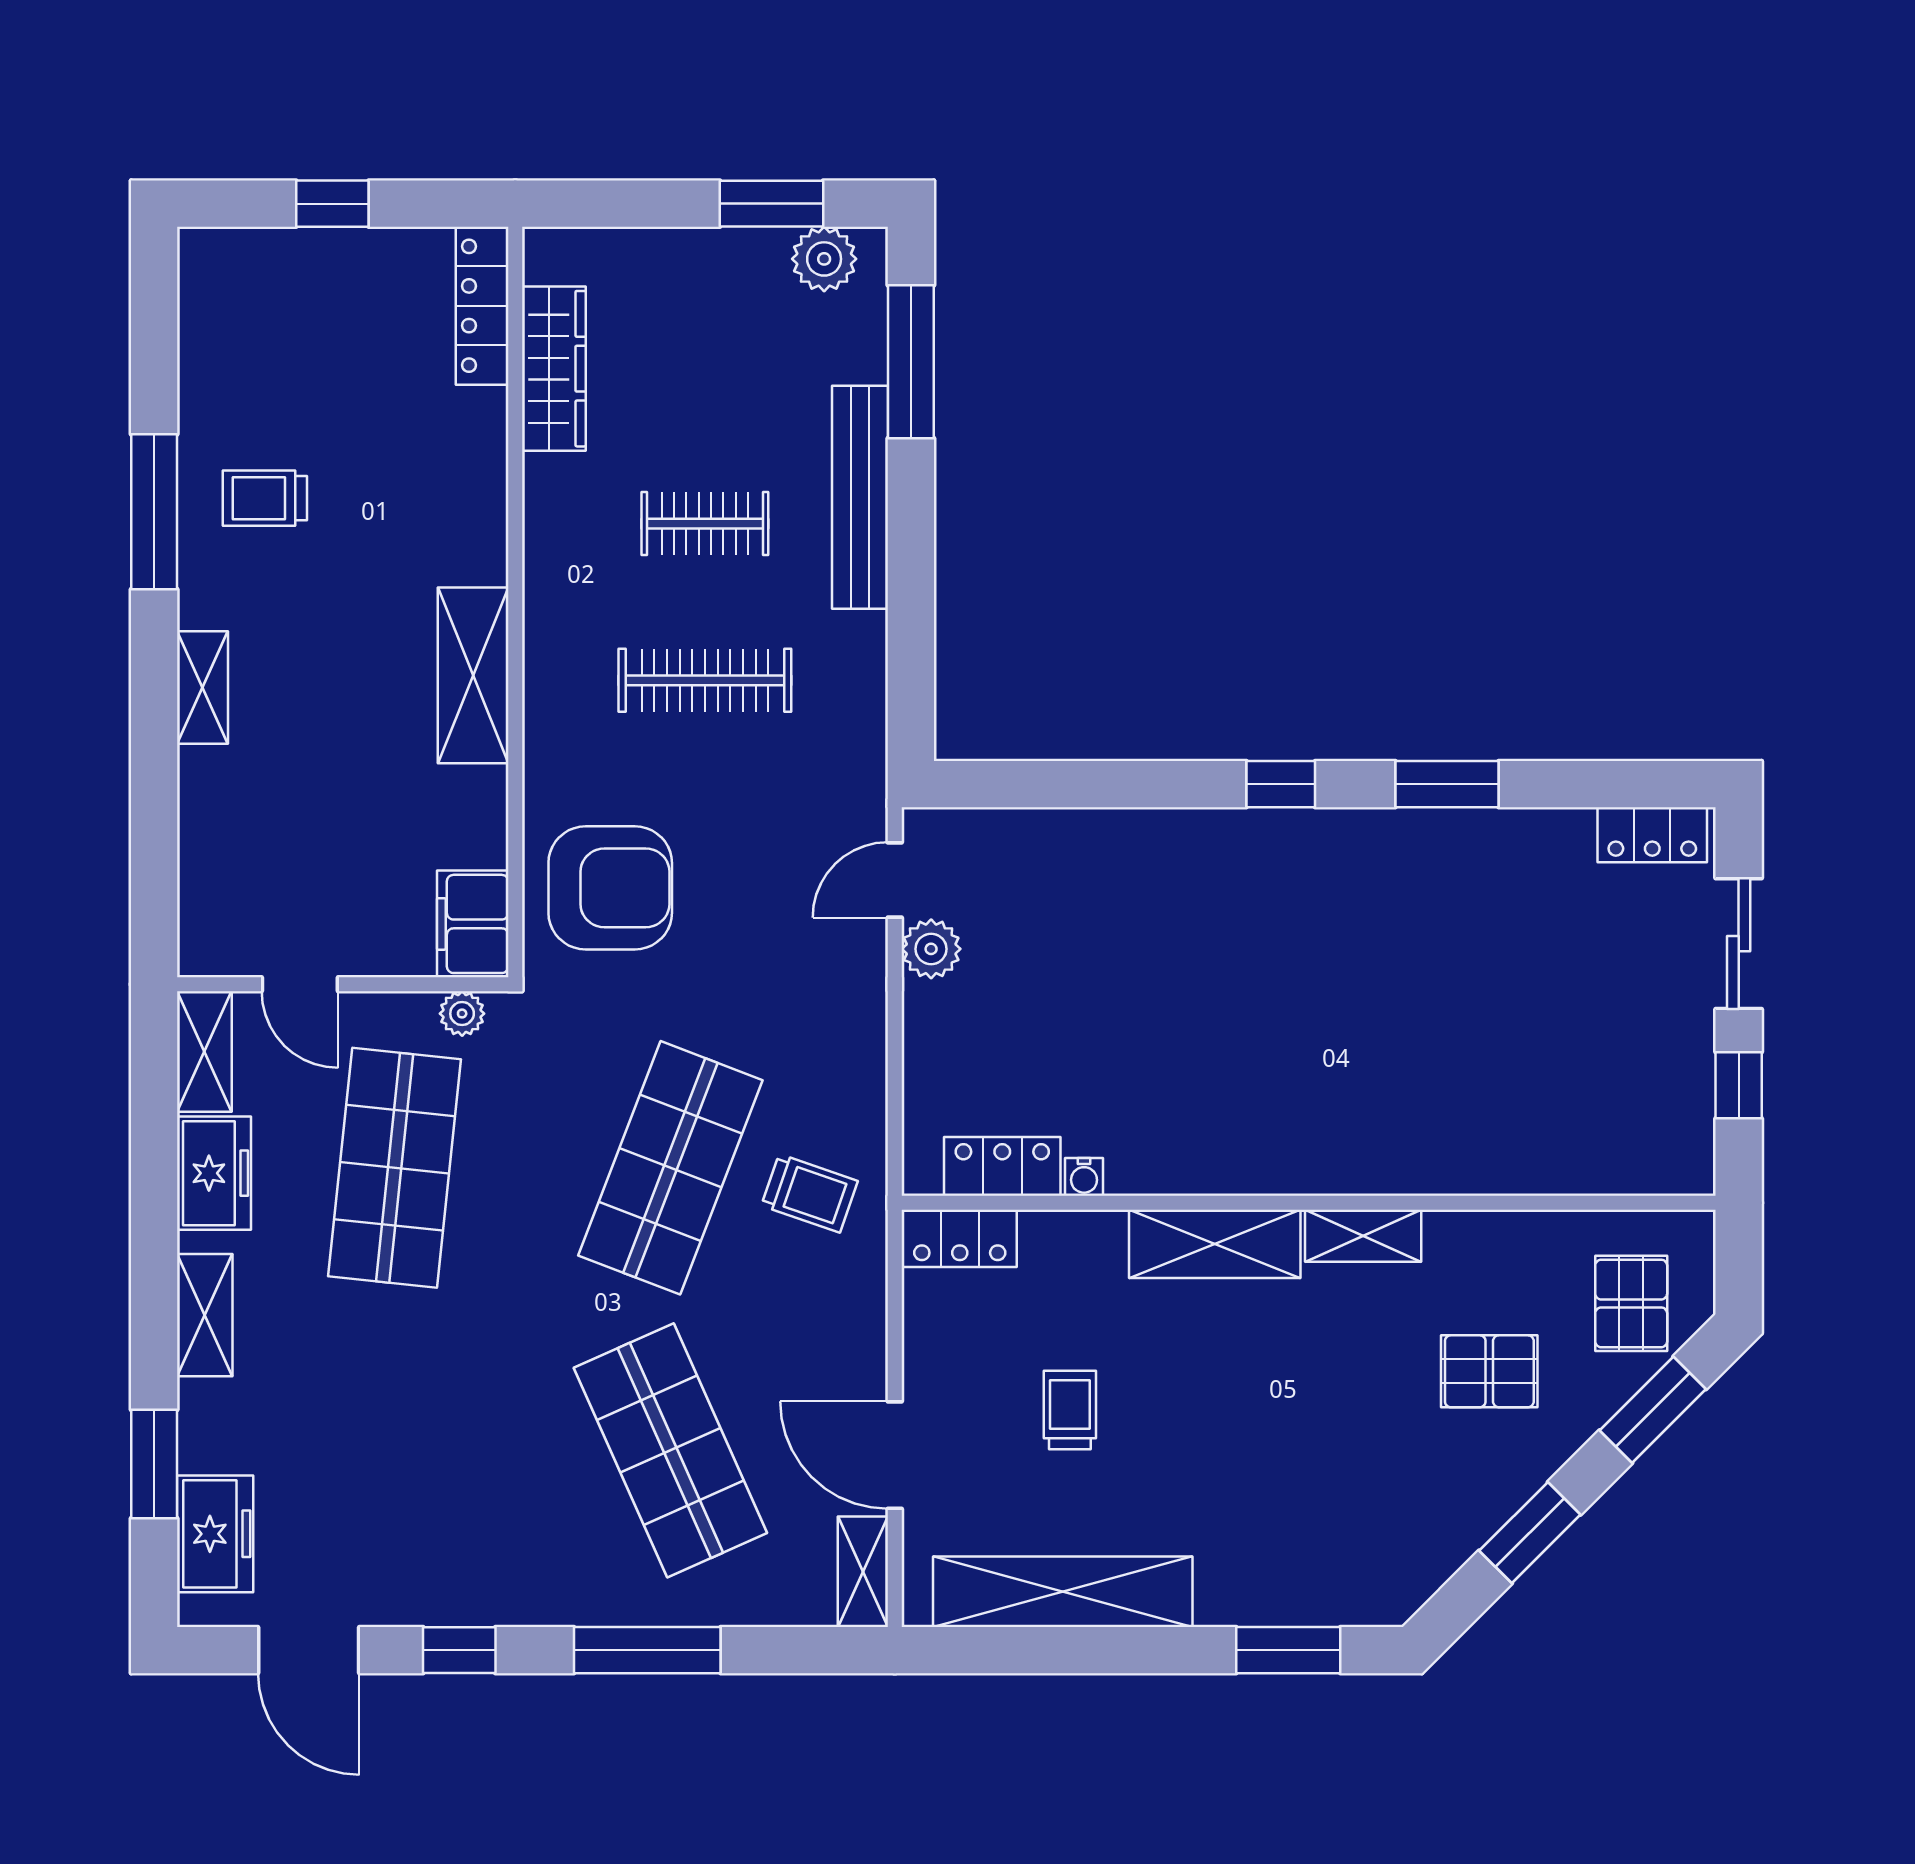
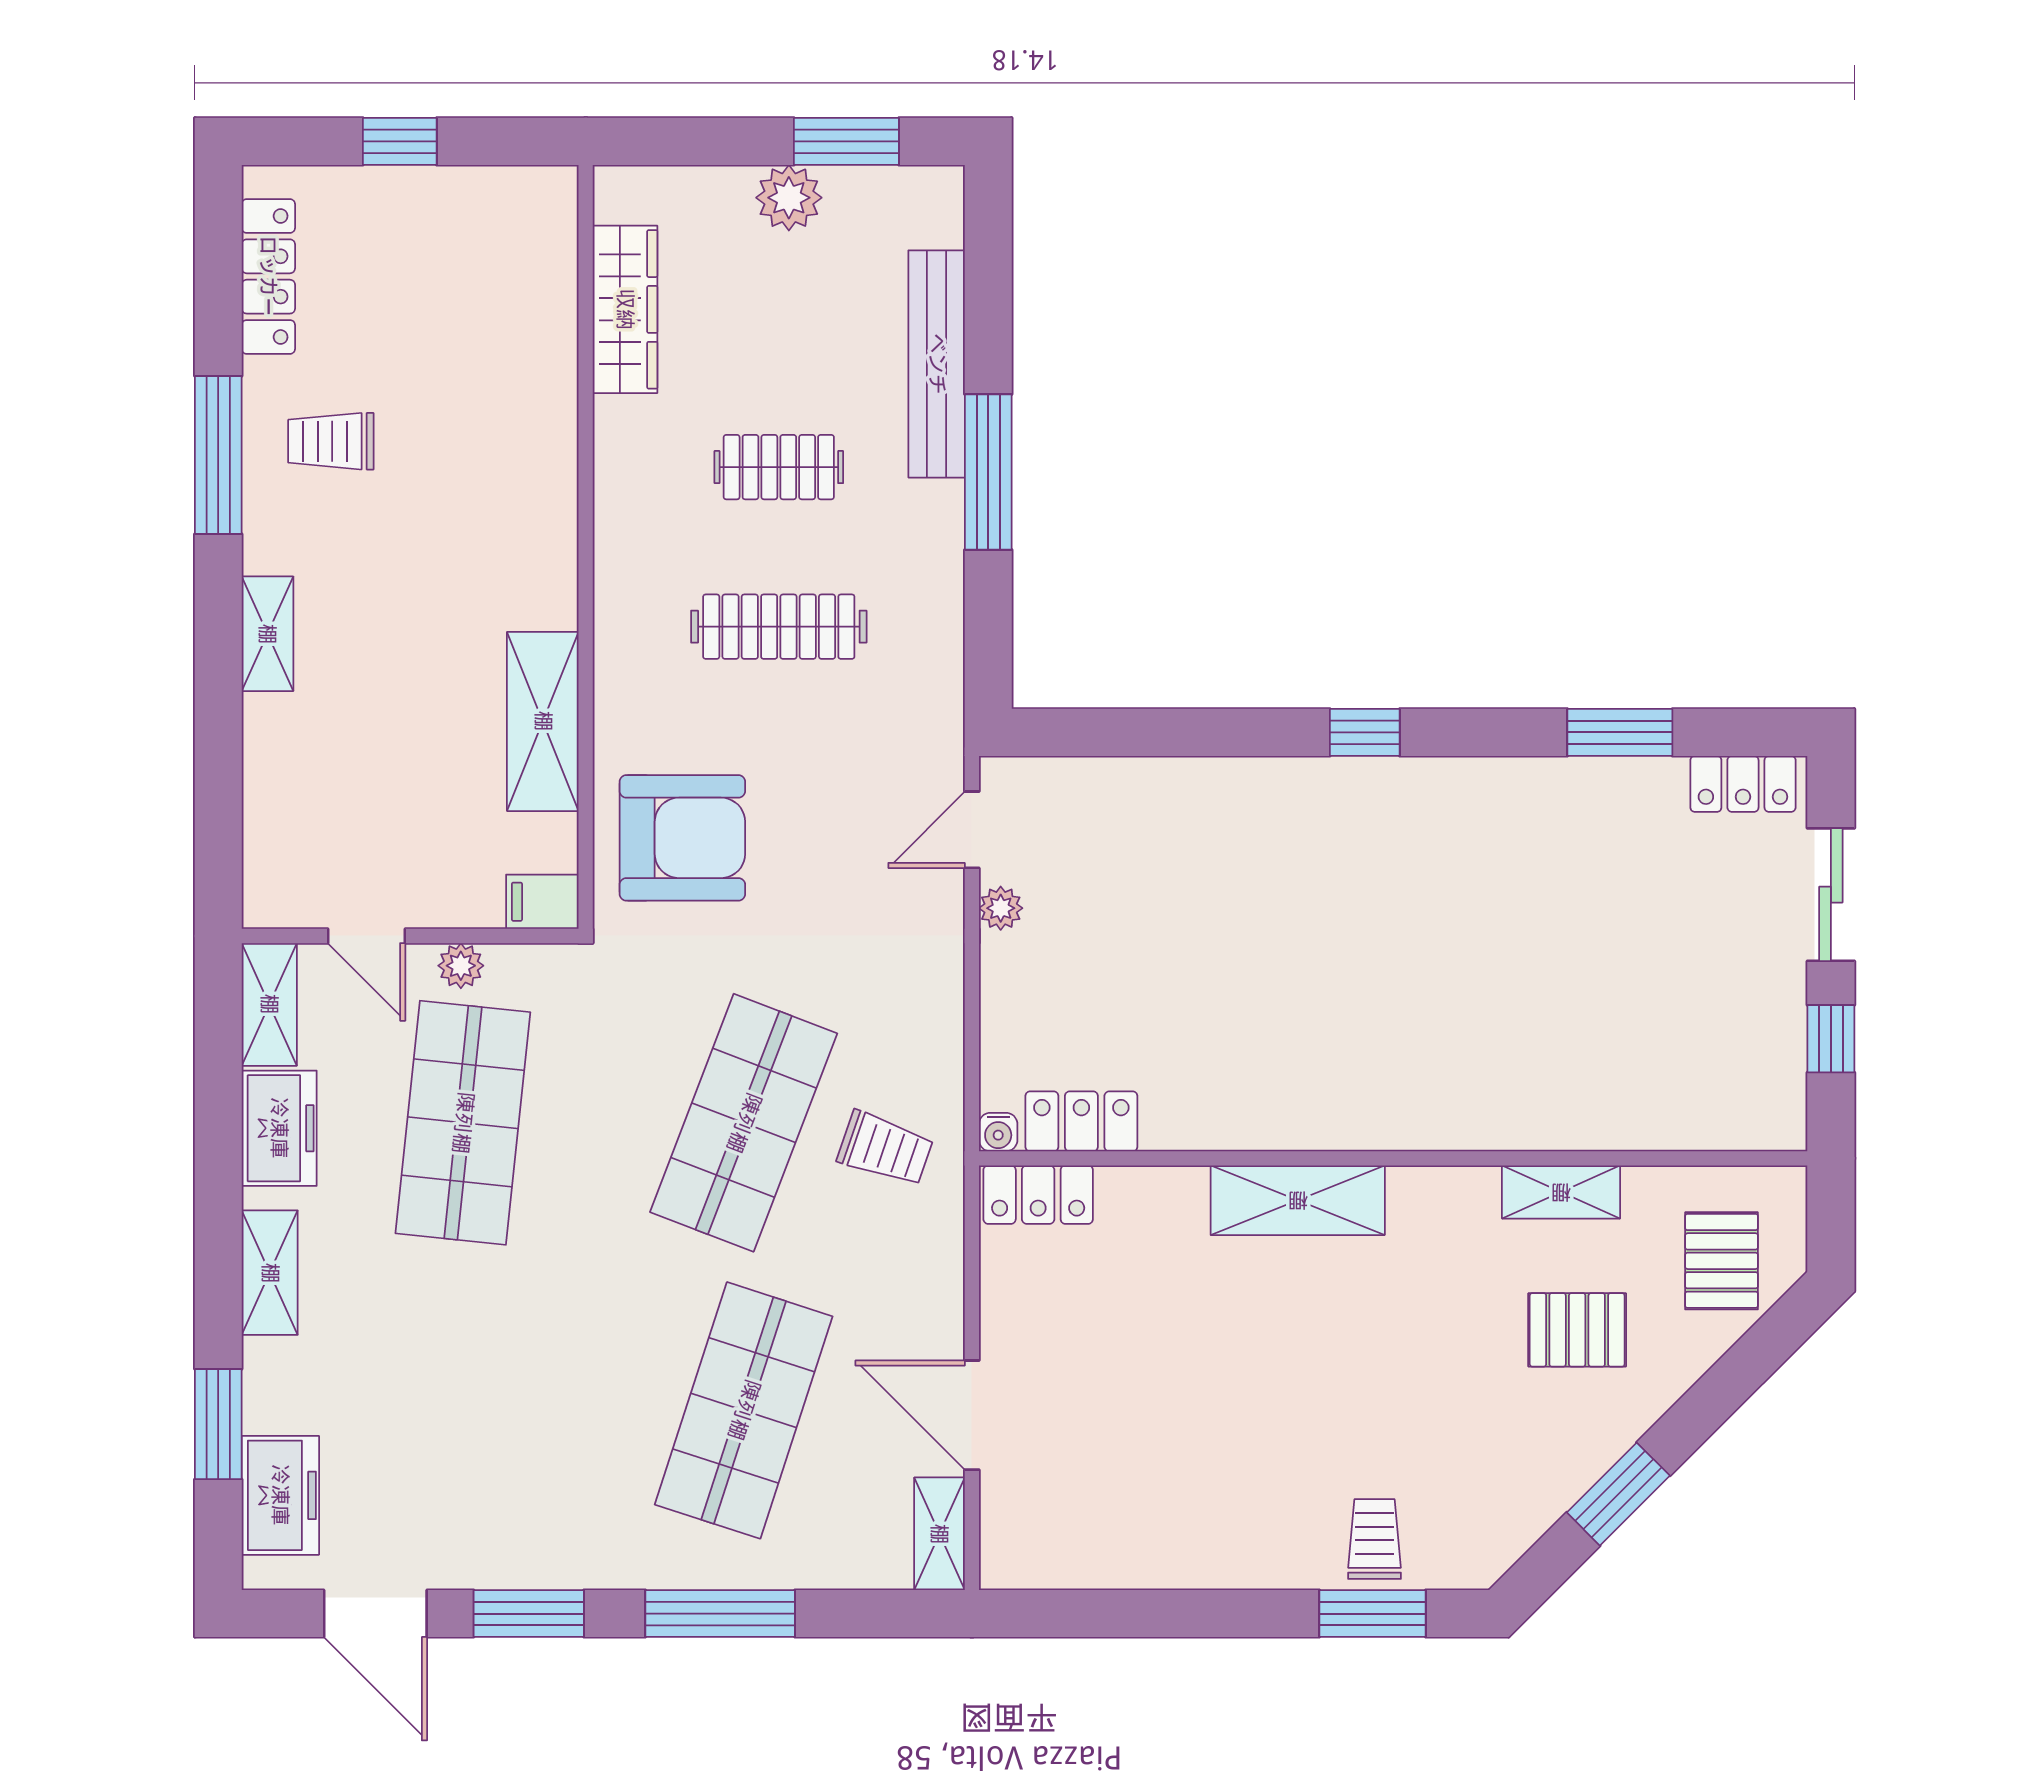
plant: (824, 259) -> (789, 198), moved
locker: (482, 306) -> (268, 276), moved, turned 180
window: (911, 362) -> (988, 472), moved
bench: (860, 497) -> (937, 364), moved
shelving: (473, 675) -> (543, 721), moved
window: (1447, 784) -> (1620, 732), moved
filing cabinet: (473, 924) -> (542, 902), width x0.50
plant: (931, 949) -> (1001, 908), width x0.73, depth x0.73
plant: (462, 1014) -> (461, 966), moved
water cooler: (1084, 1177) -> (998, 1132), moved
shelving: (1363, 1236) -> (1561, 1192), moved
trolley: (1070, 1410) -> (1374, 1539), moved
window: (1653, 1410) -> (1743, 1369), removed
shop shelf: (670, 1450) -> (744, 1410), turned 42
shelving: (1063, 1592) -> (1143, 1554), removed
window: (459, 1650) -> (529, 1614), width x1.50

